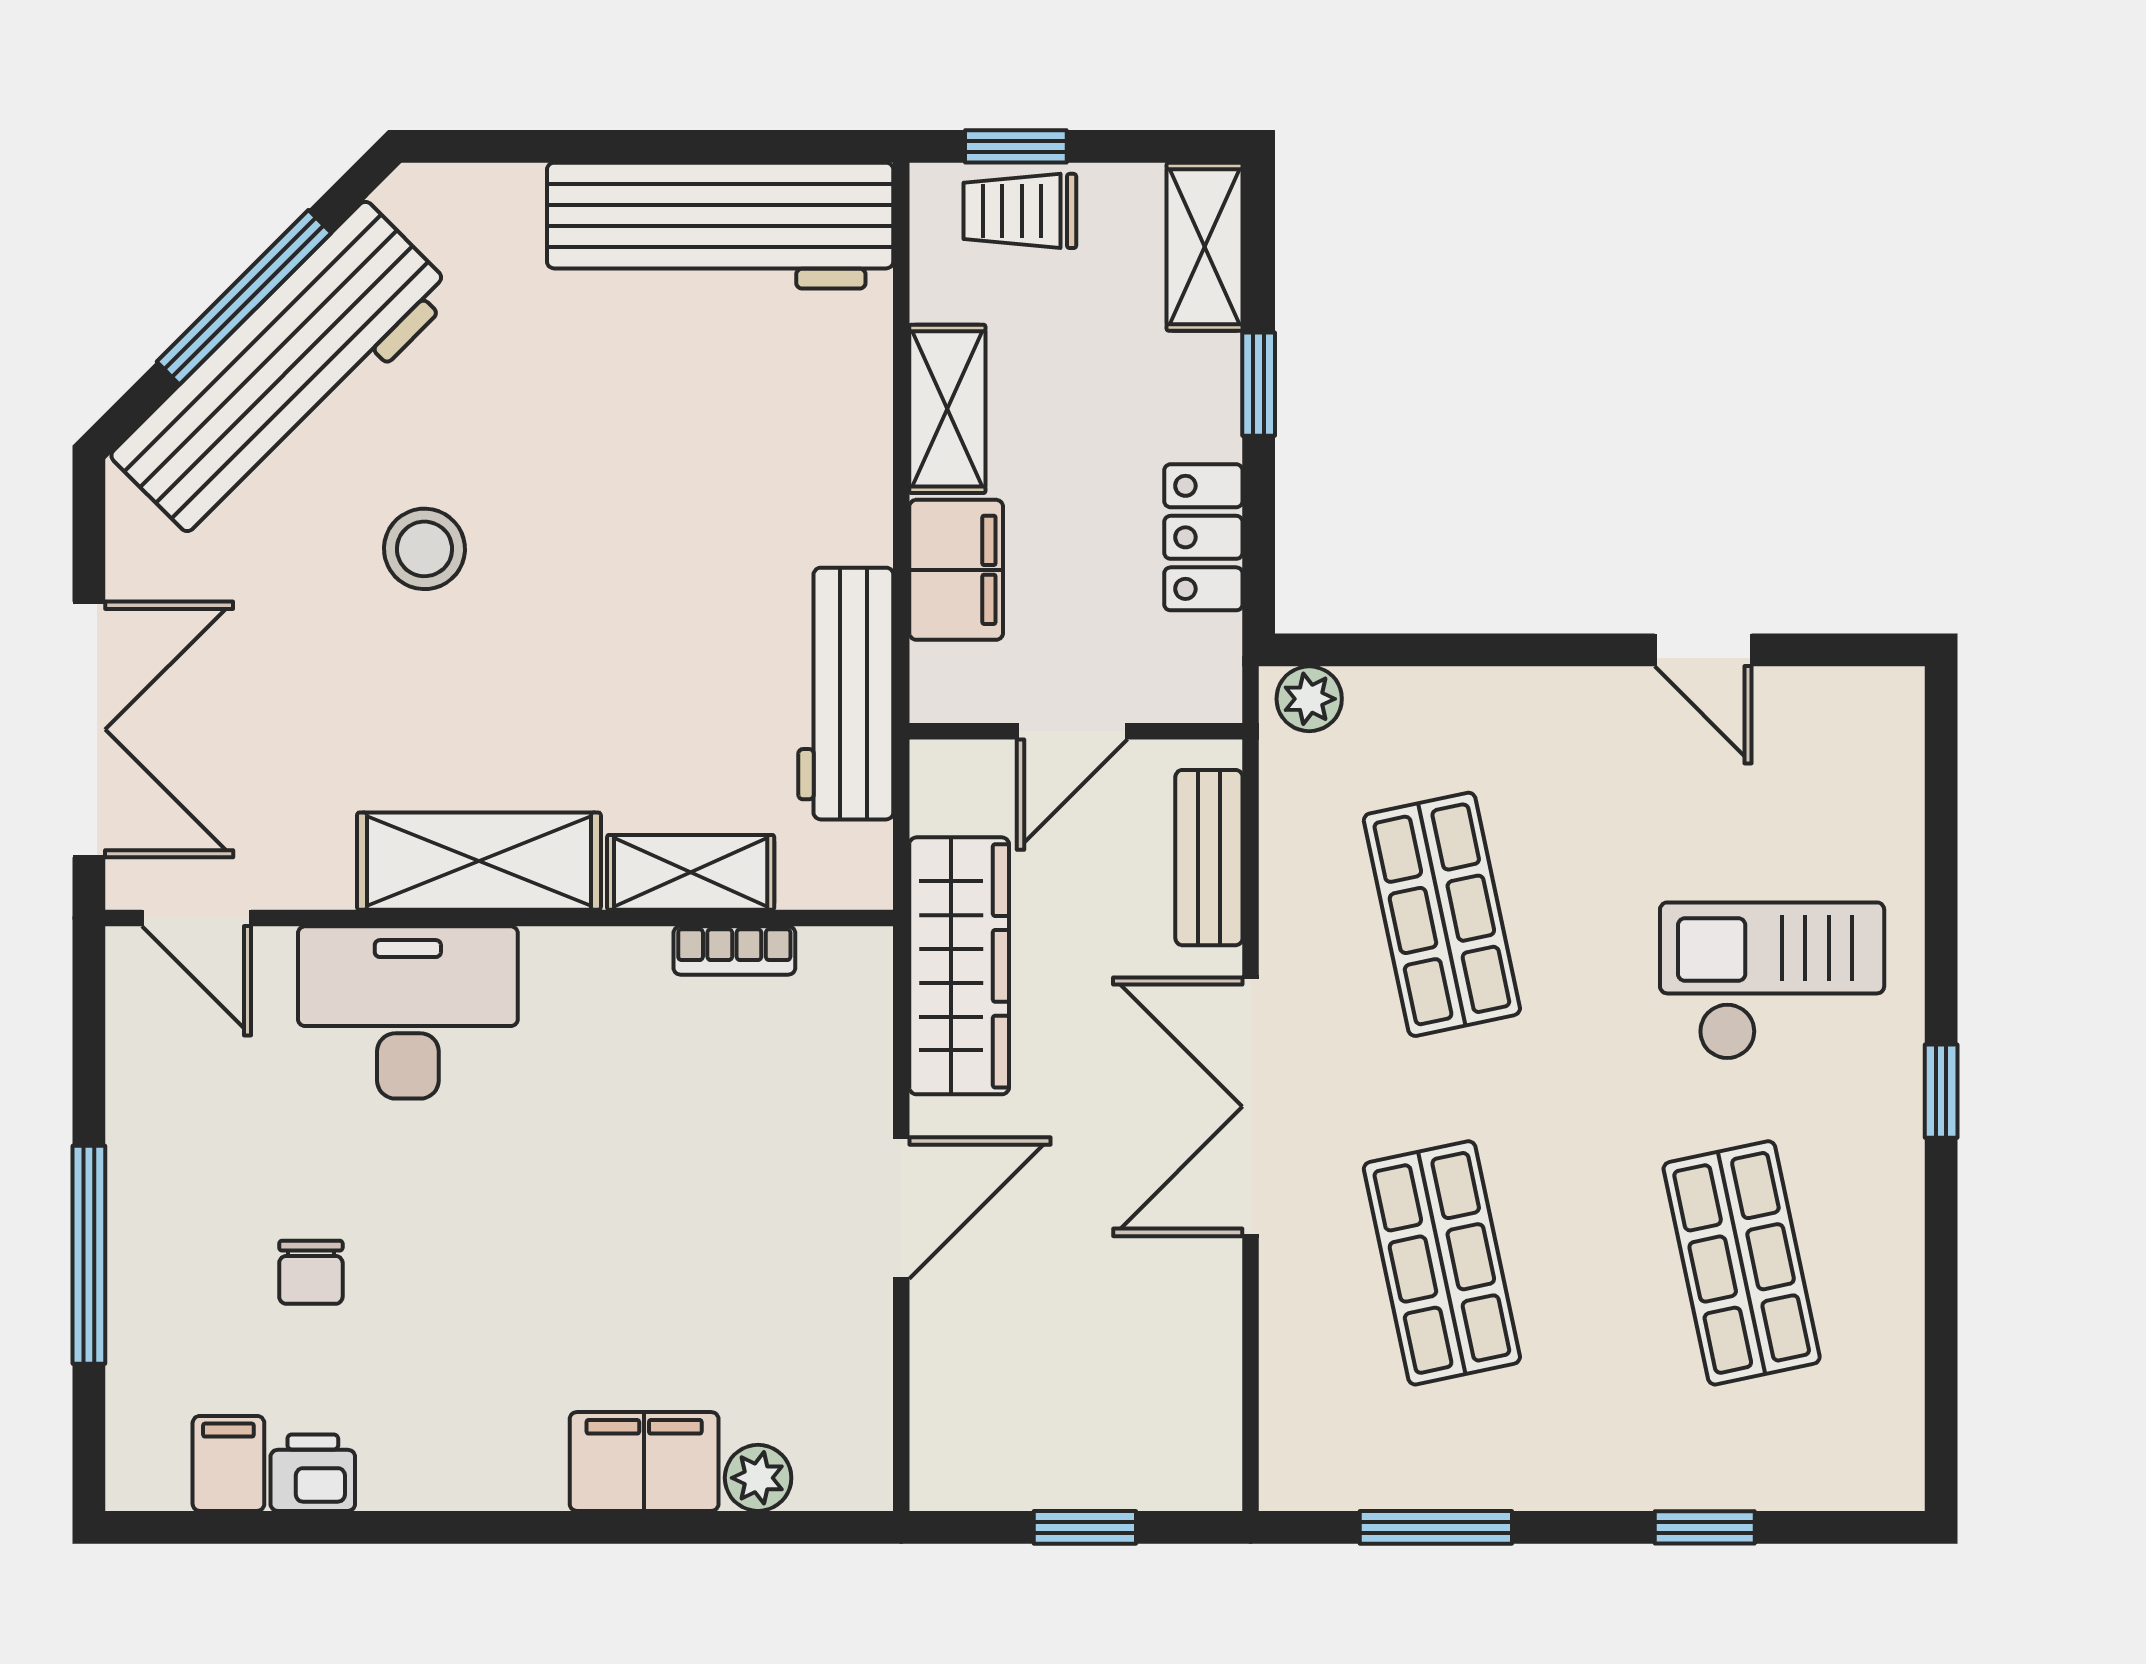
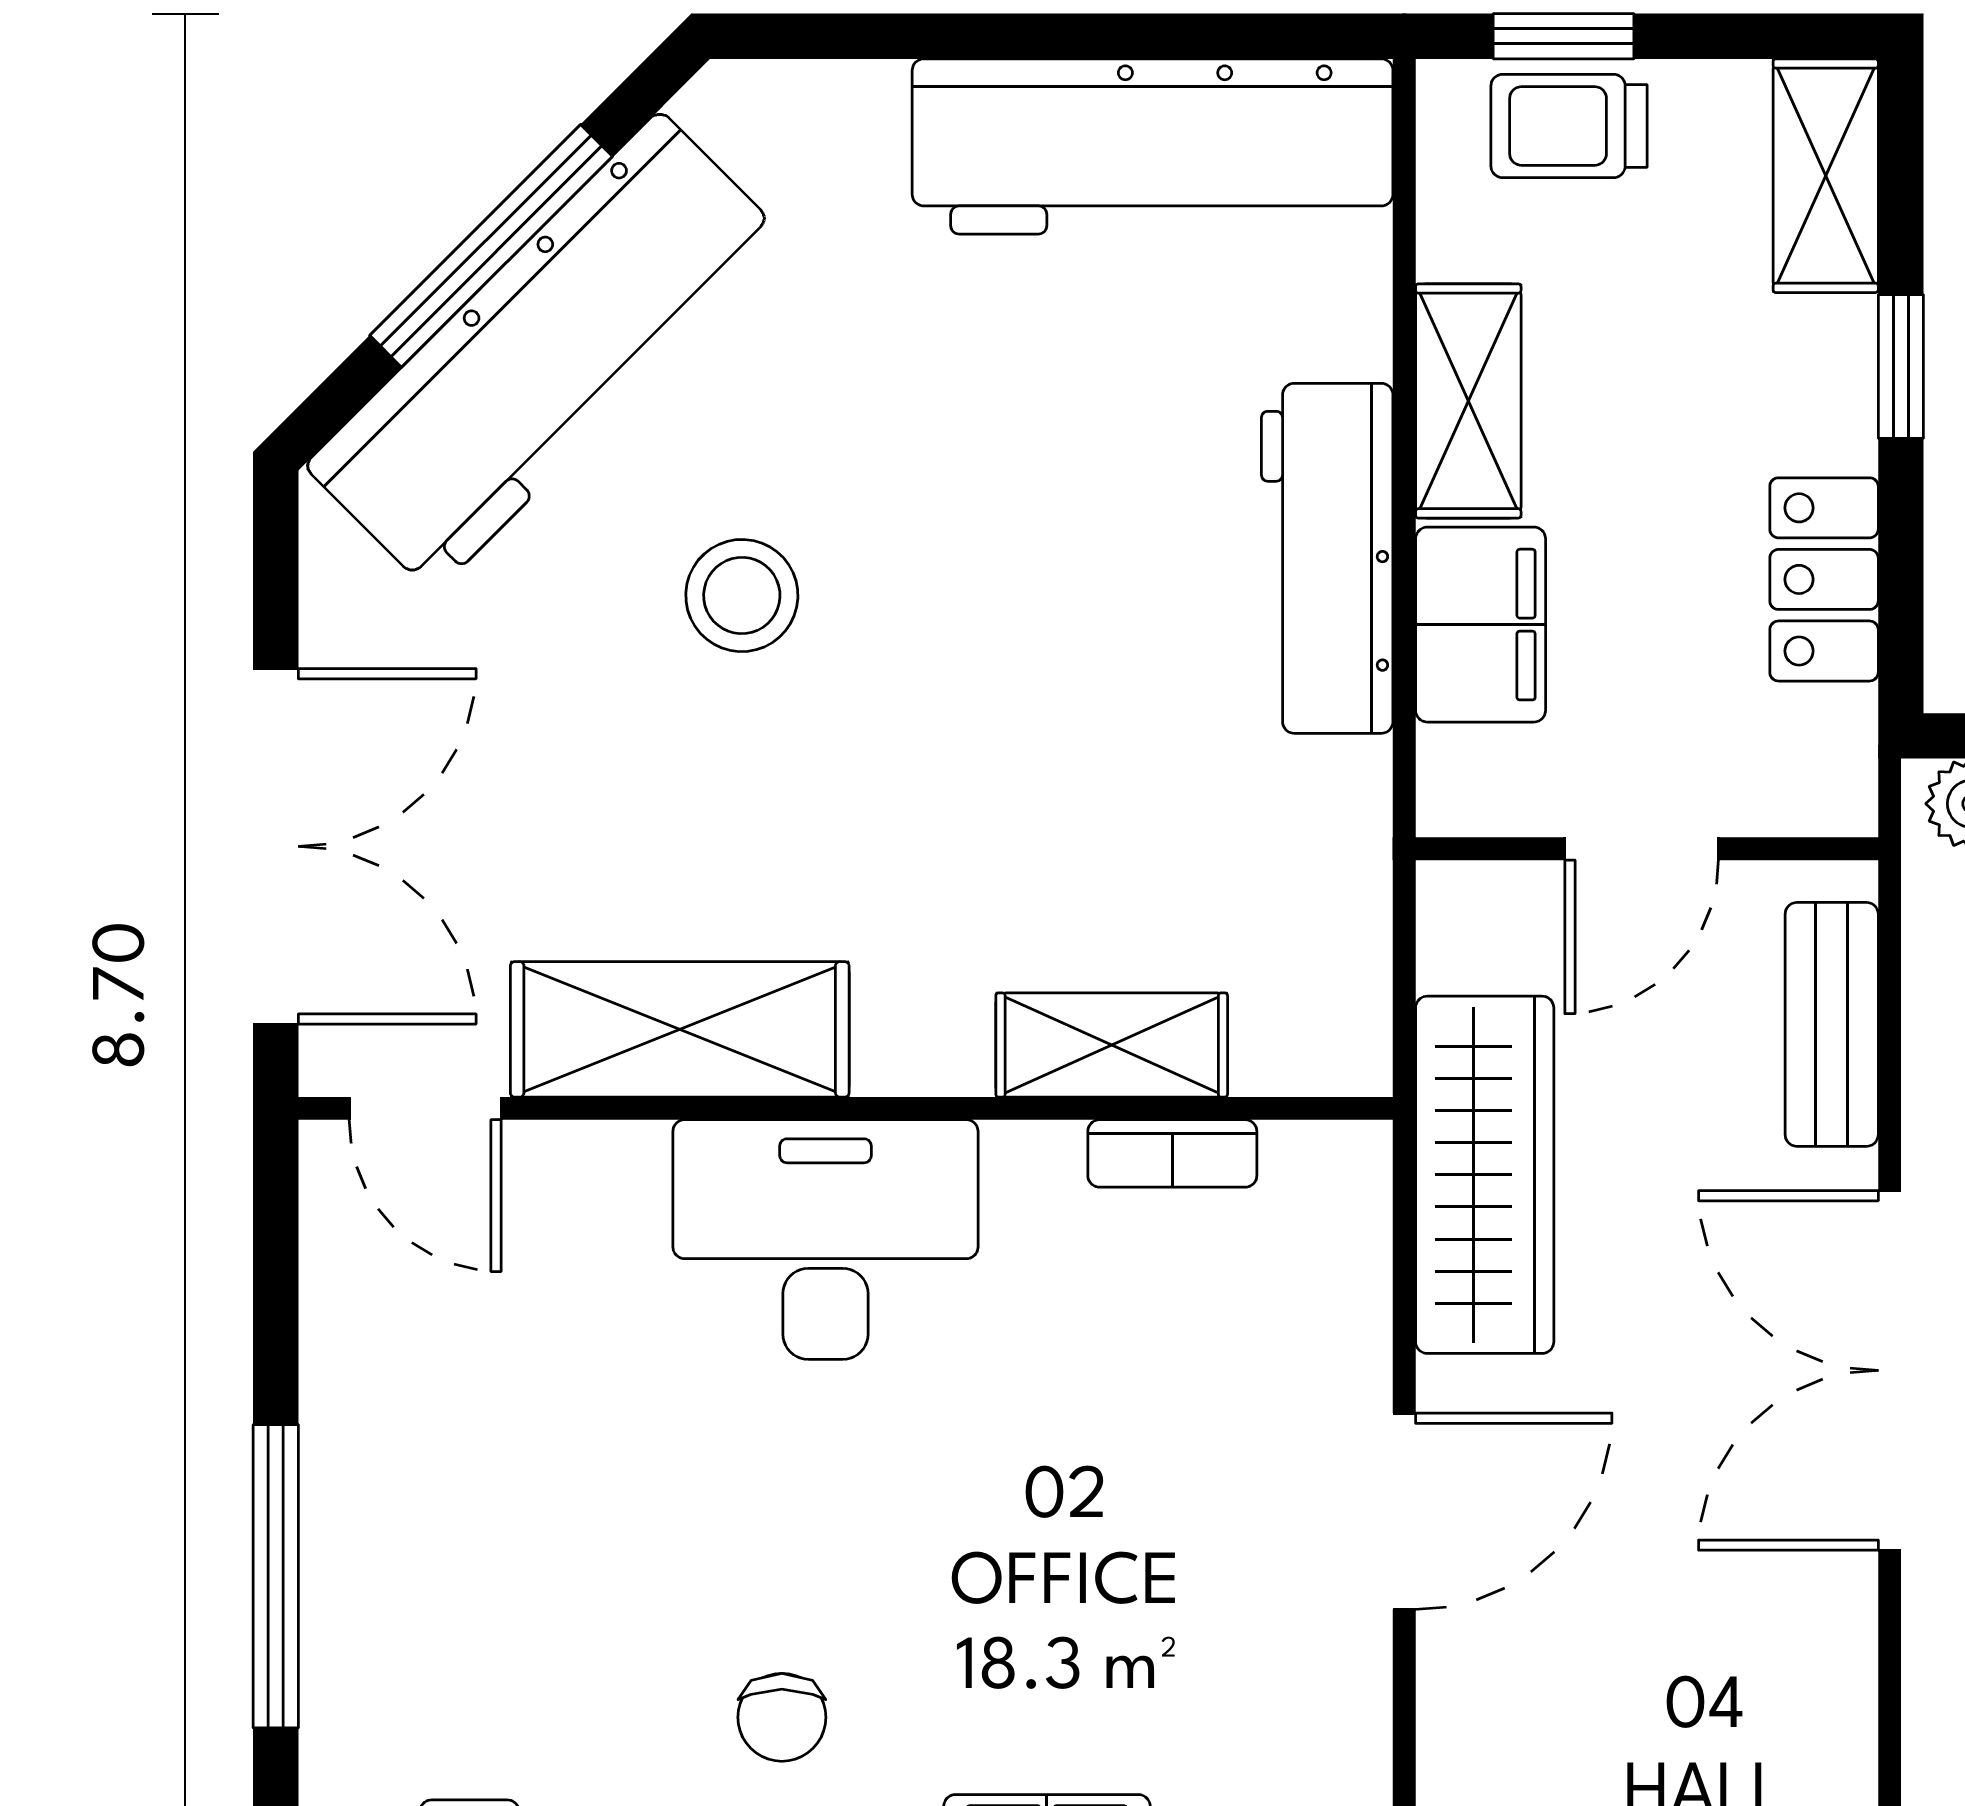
workbench: (846, 694) -> (1327, 558), moved
shelving: (479, 861) -> (680, 1029), moved
desk: (408, 1012) -> (825, 1240), moved
chair: (311, 1272) -> (782, 1717), moved

